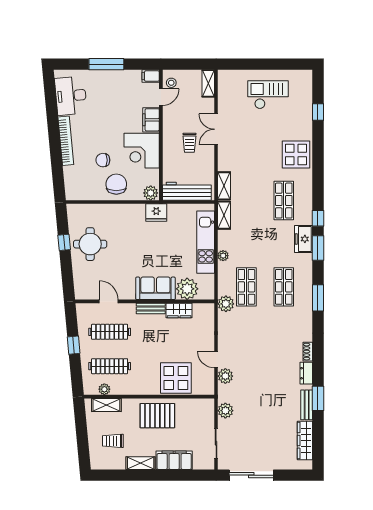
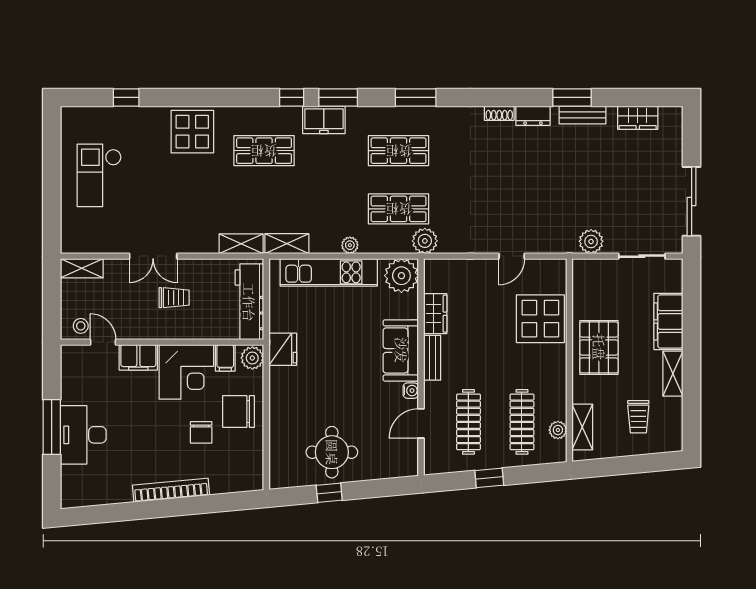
filing cabinet: (151, 76) -> (225, 358), moved
desk: (71, 96) -> (83, 435), moved, turned 95
plant: (187, 289) -> (401, 276), moved
water cooler: (130, 295) -> (411, 391), added
plant: (225, 376) -> (537, 242), removed
wardrobe: (305, 440) -> (638, 118), width x0.67

